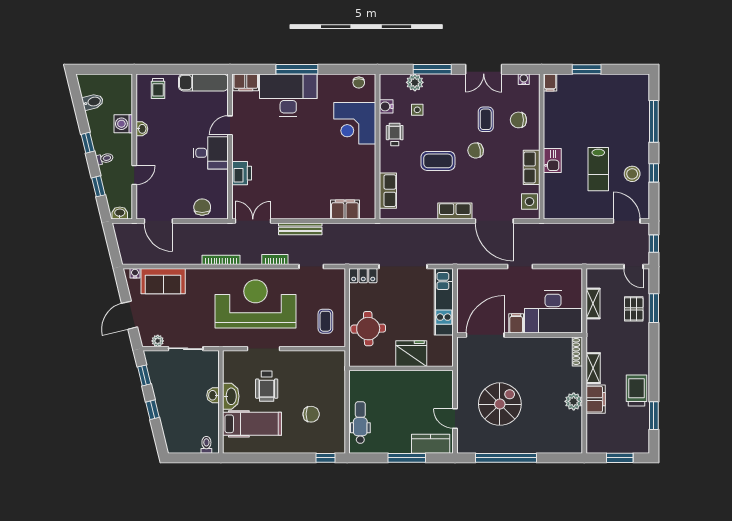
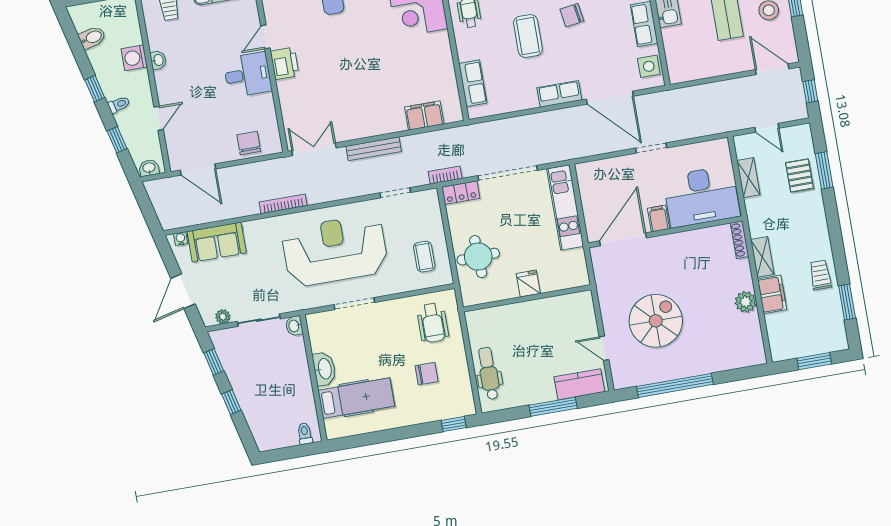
coffee table: (438, 161) -> (528, 36), turned 90
printer: (242, 173) -> (285, 63), moved
bookcase: (275, 260) -> (445, 175), moved
door: (633, 267) -> (767, 128), moved
fridge: (411, 354) -> (528, 284), width x0.53, depth x0.75
wheelchair: (267, 386) -> (433, 323), moved
trolley: (637, 390) -> (820, 275), width x0.73, depth x0.72
washbasin: (213, 395) -> (294, 326), moved

